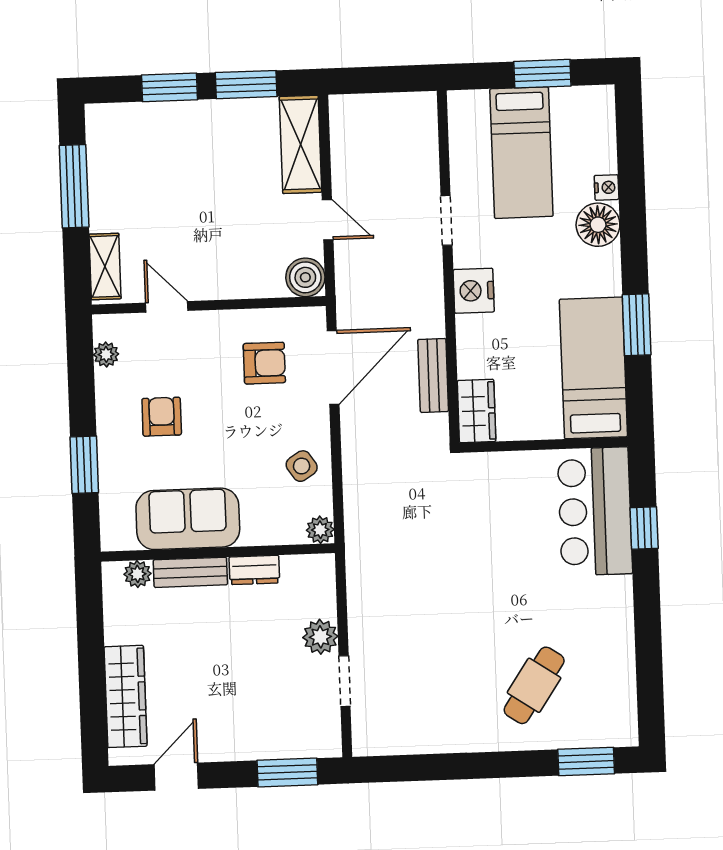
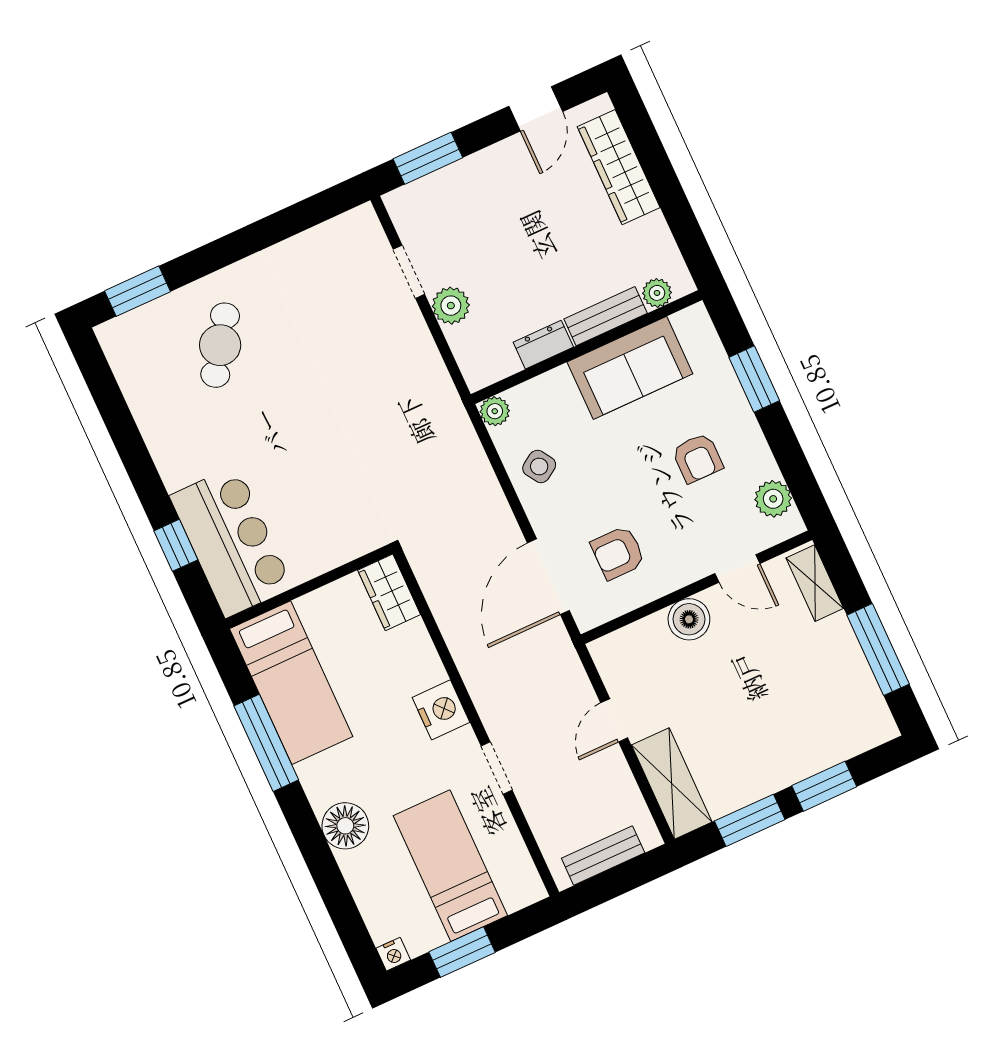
nightstand: (607, 187) -> (393, 954), moved, turned -90
door: (328, 220) -> (614, 720), hinge flipped
boiler: (305, 277) -> (689, 619), moved
window: (637, 325) -> (266, 743), width x1.44
plant: (106, 354) -> (773, 499), width x1.38, depth x1.38
bench: (433, 375) -> (603, 856), moved, turned 90

